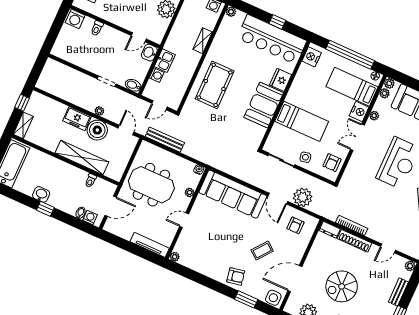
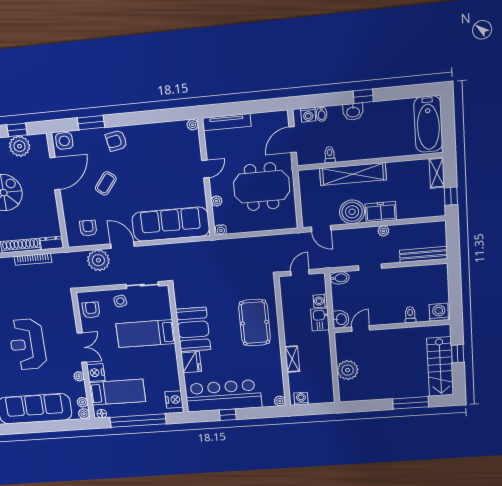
plant: (99, 111) -> (383, 231), moved
bench: (165, 140) -> (424, 254), moved
washbasin: (41, 194) -> (353, 112), moved

